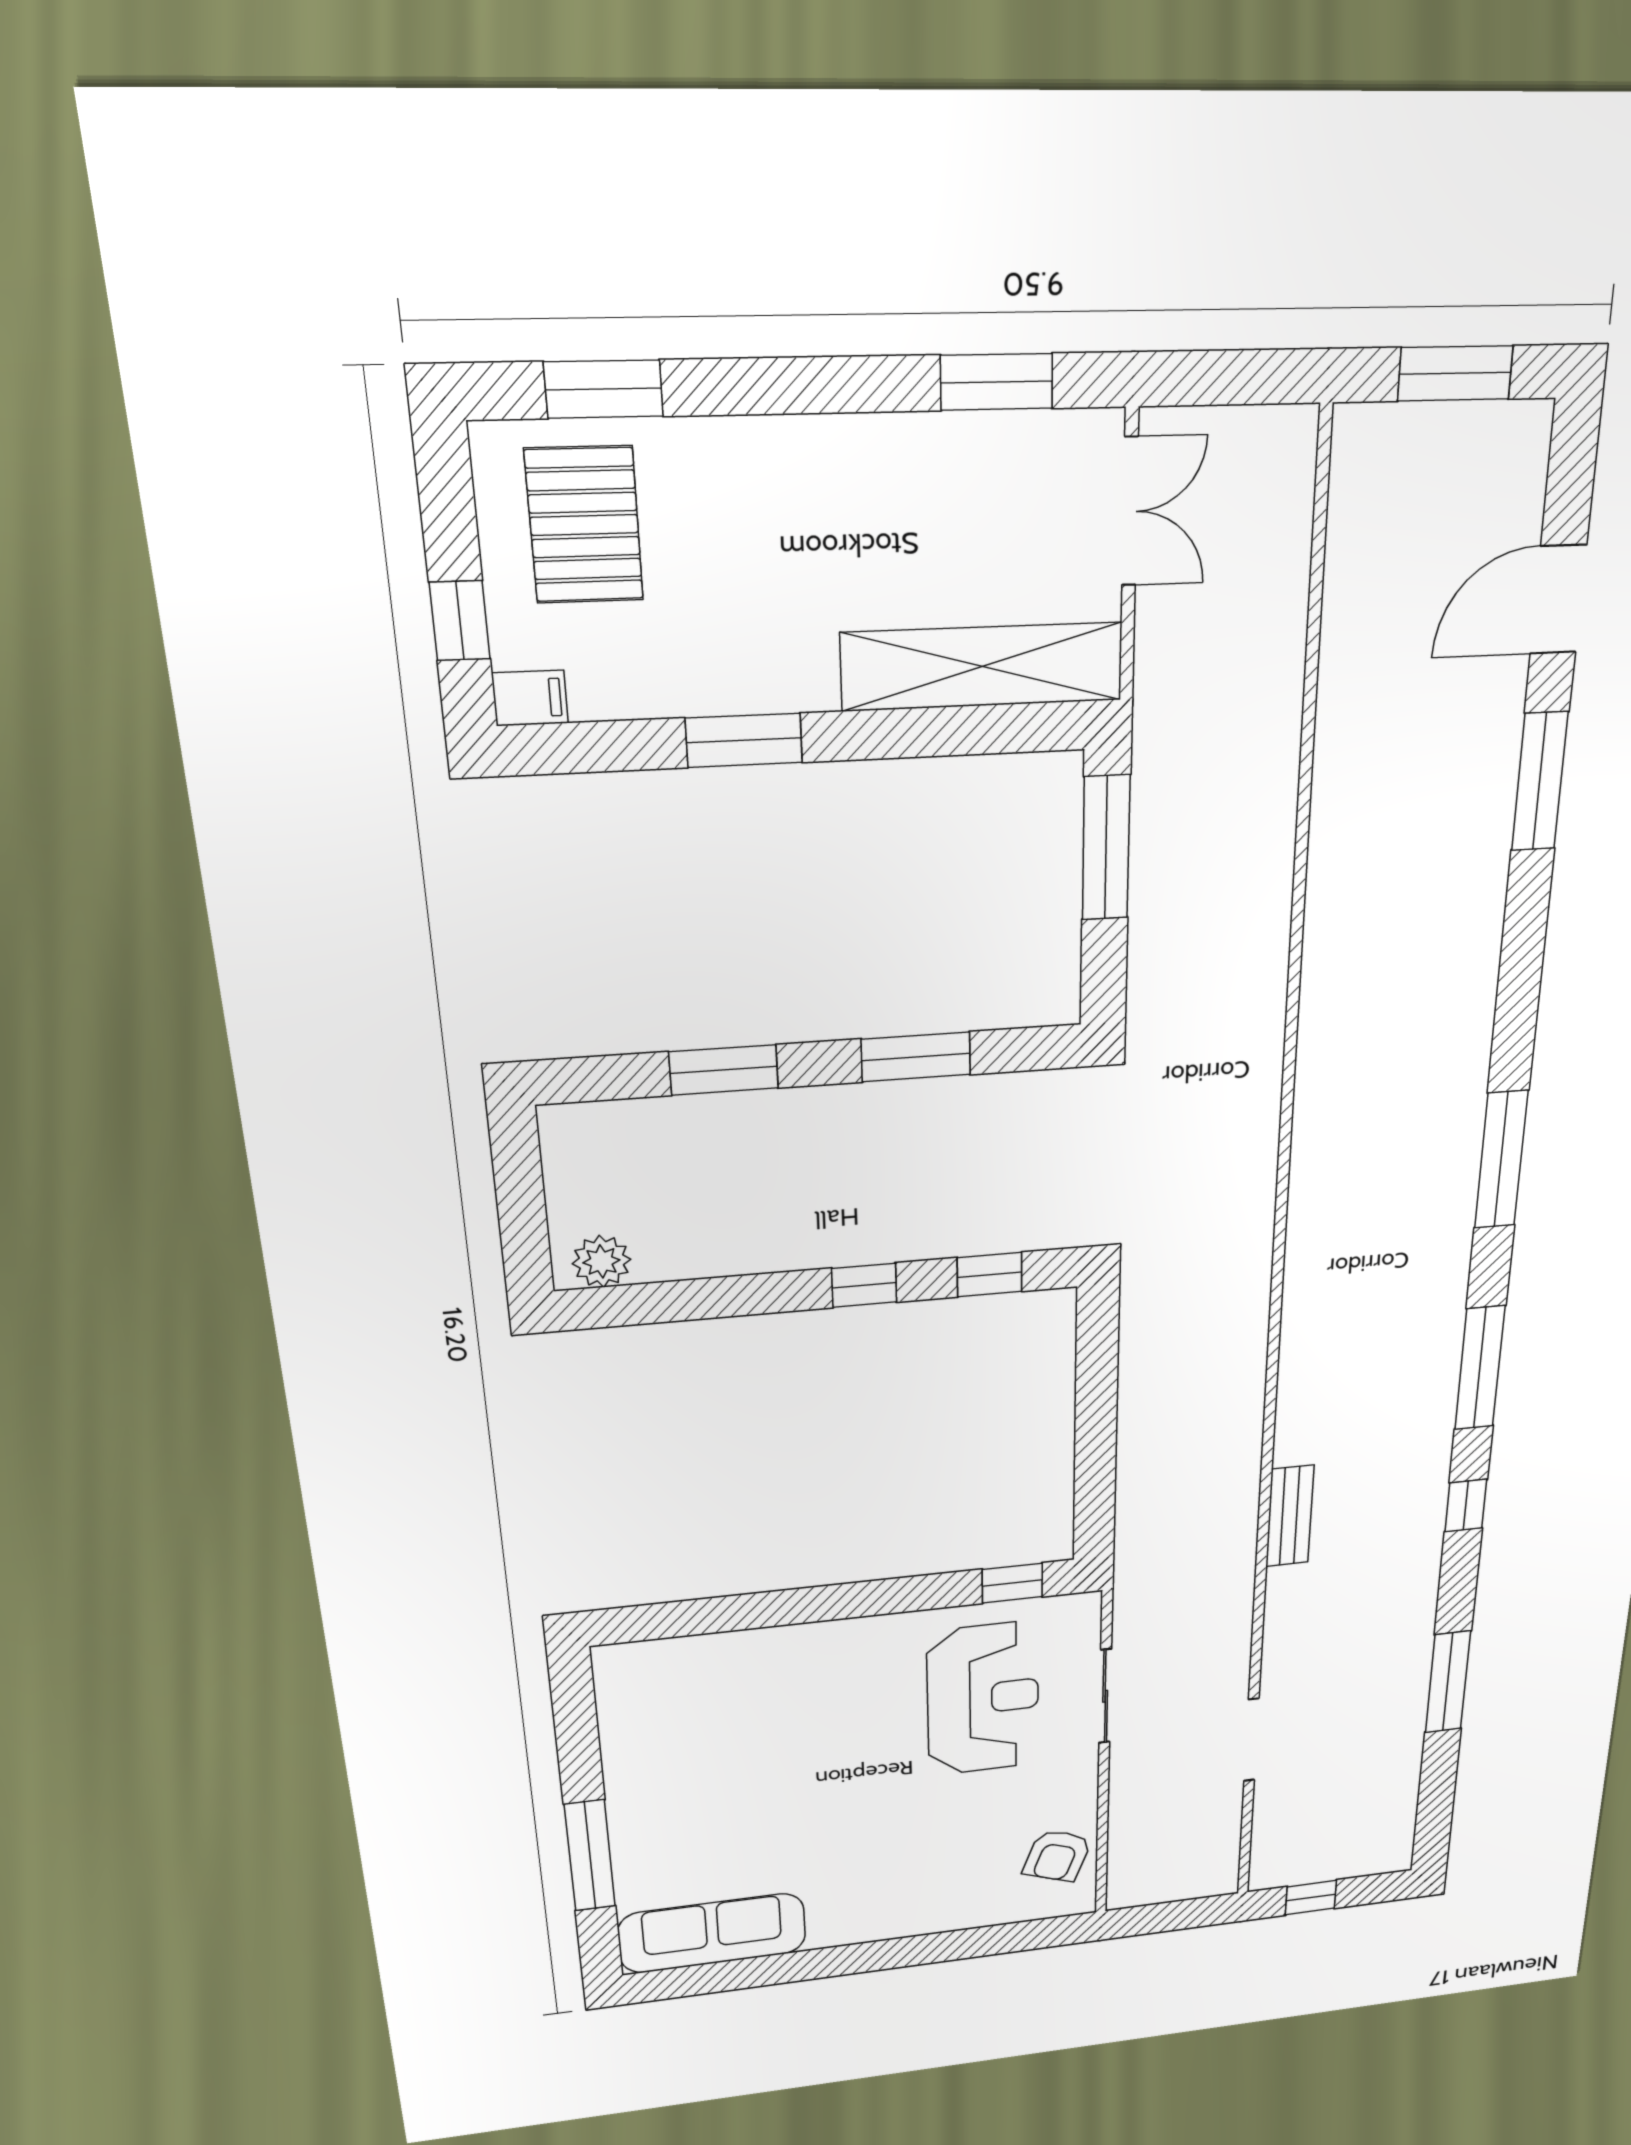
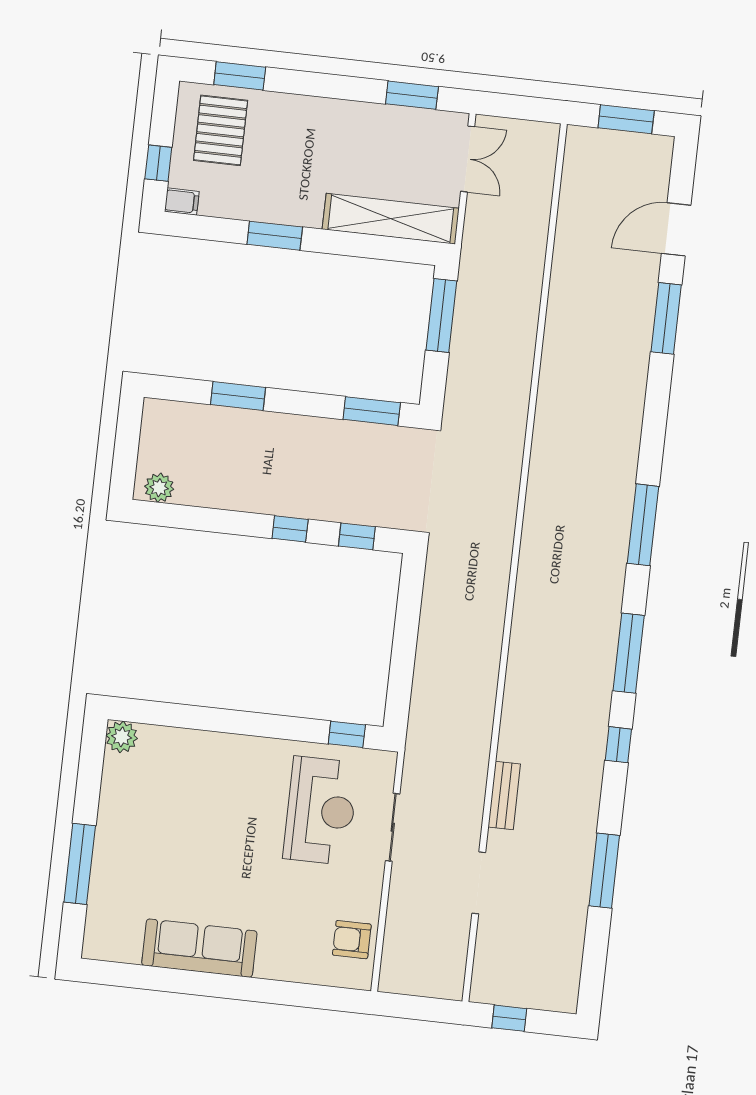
window: (916, 1057) -> (372, 411), moved
bench: (1290, 1516) -> (504, 795), moved
plant: (620, 1666) -> (122, 737), added
armchair: (1057, 1856) -> (352, 940), turned 70
sofa: (712, 1933) -> (199, 948), moved

